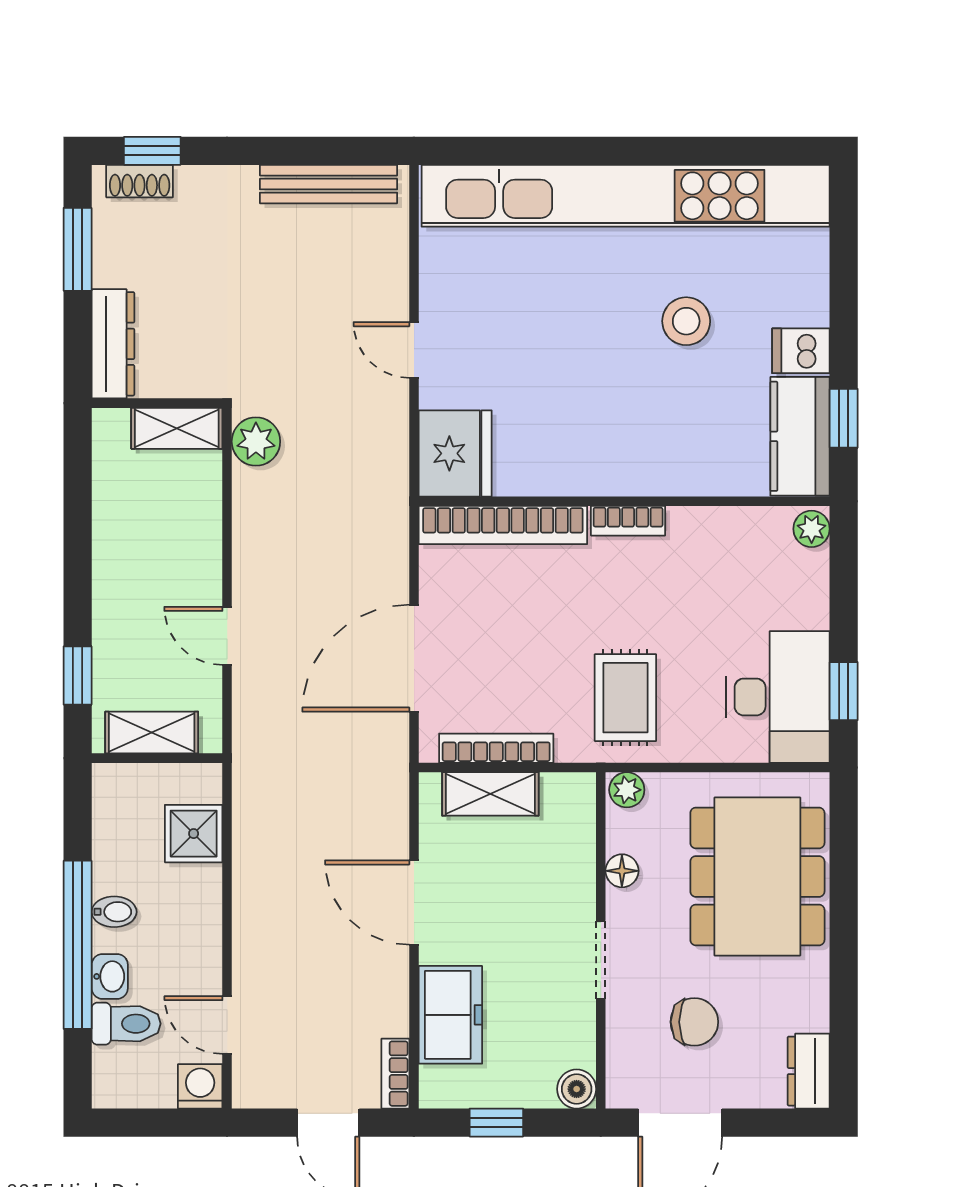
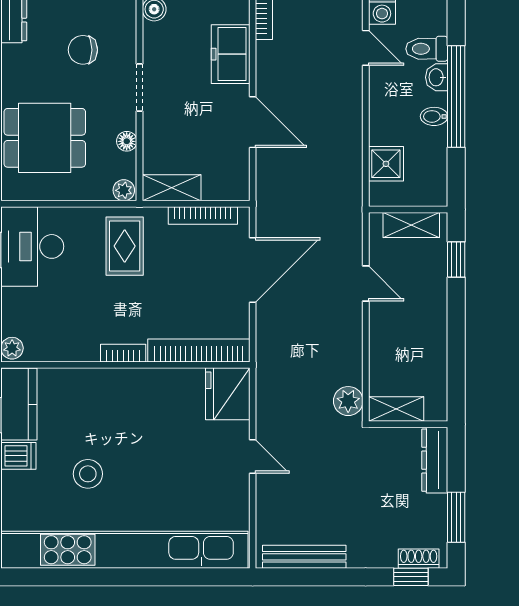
shelving: (490, 794) -> (172, 188), moved
dining table: (757, 876) -> (45, 138), width x0.73

